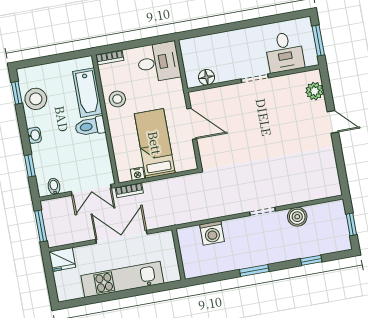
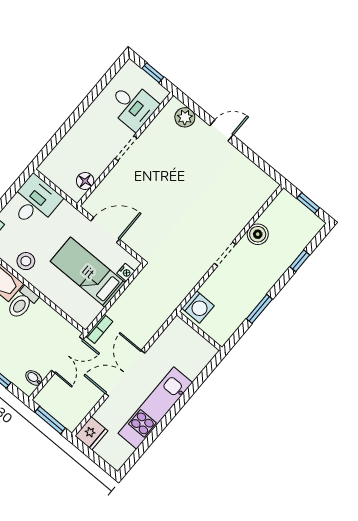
window: (318, 41) -> (153, 73), width x0.67
nightstand: (137, 174) -> (126, 272), moved
wall: (179, 254) -> (199, 331), moved

